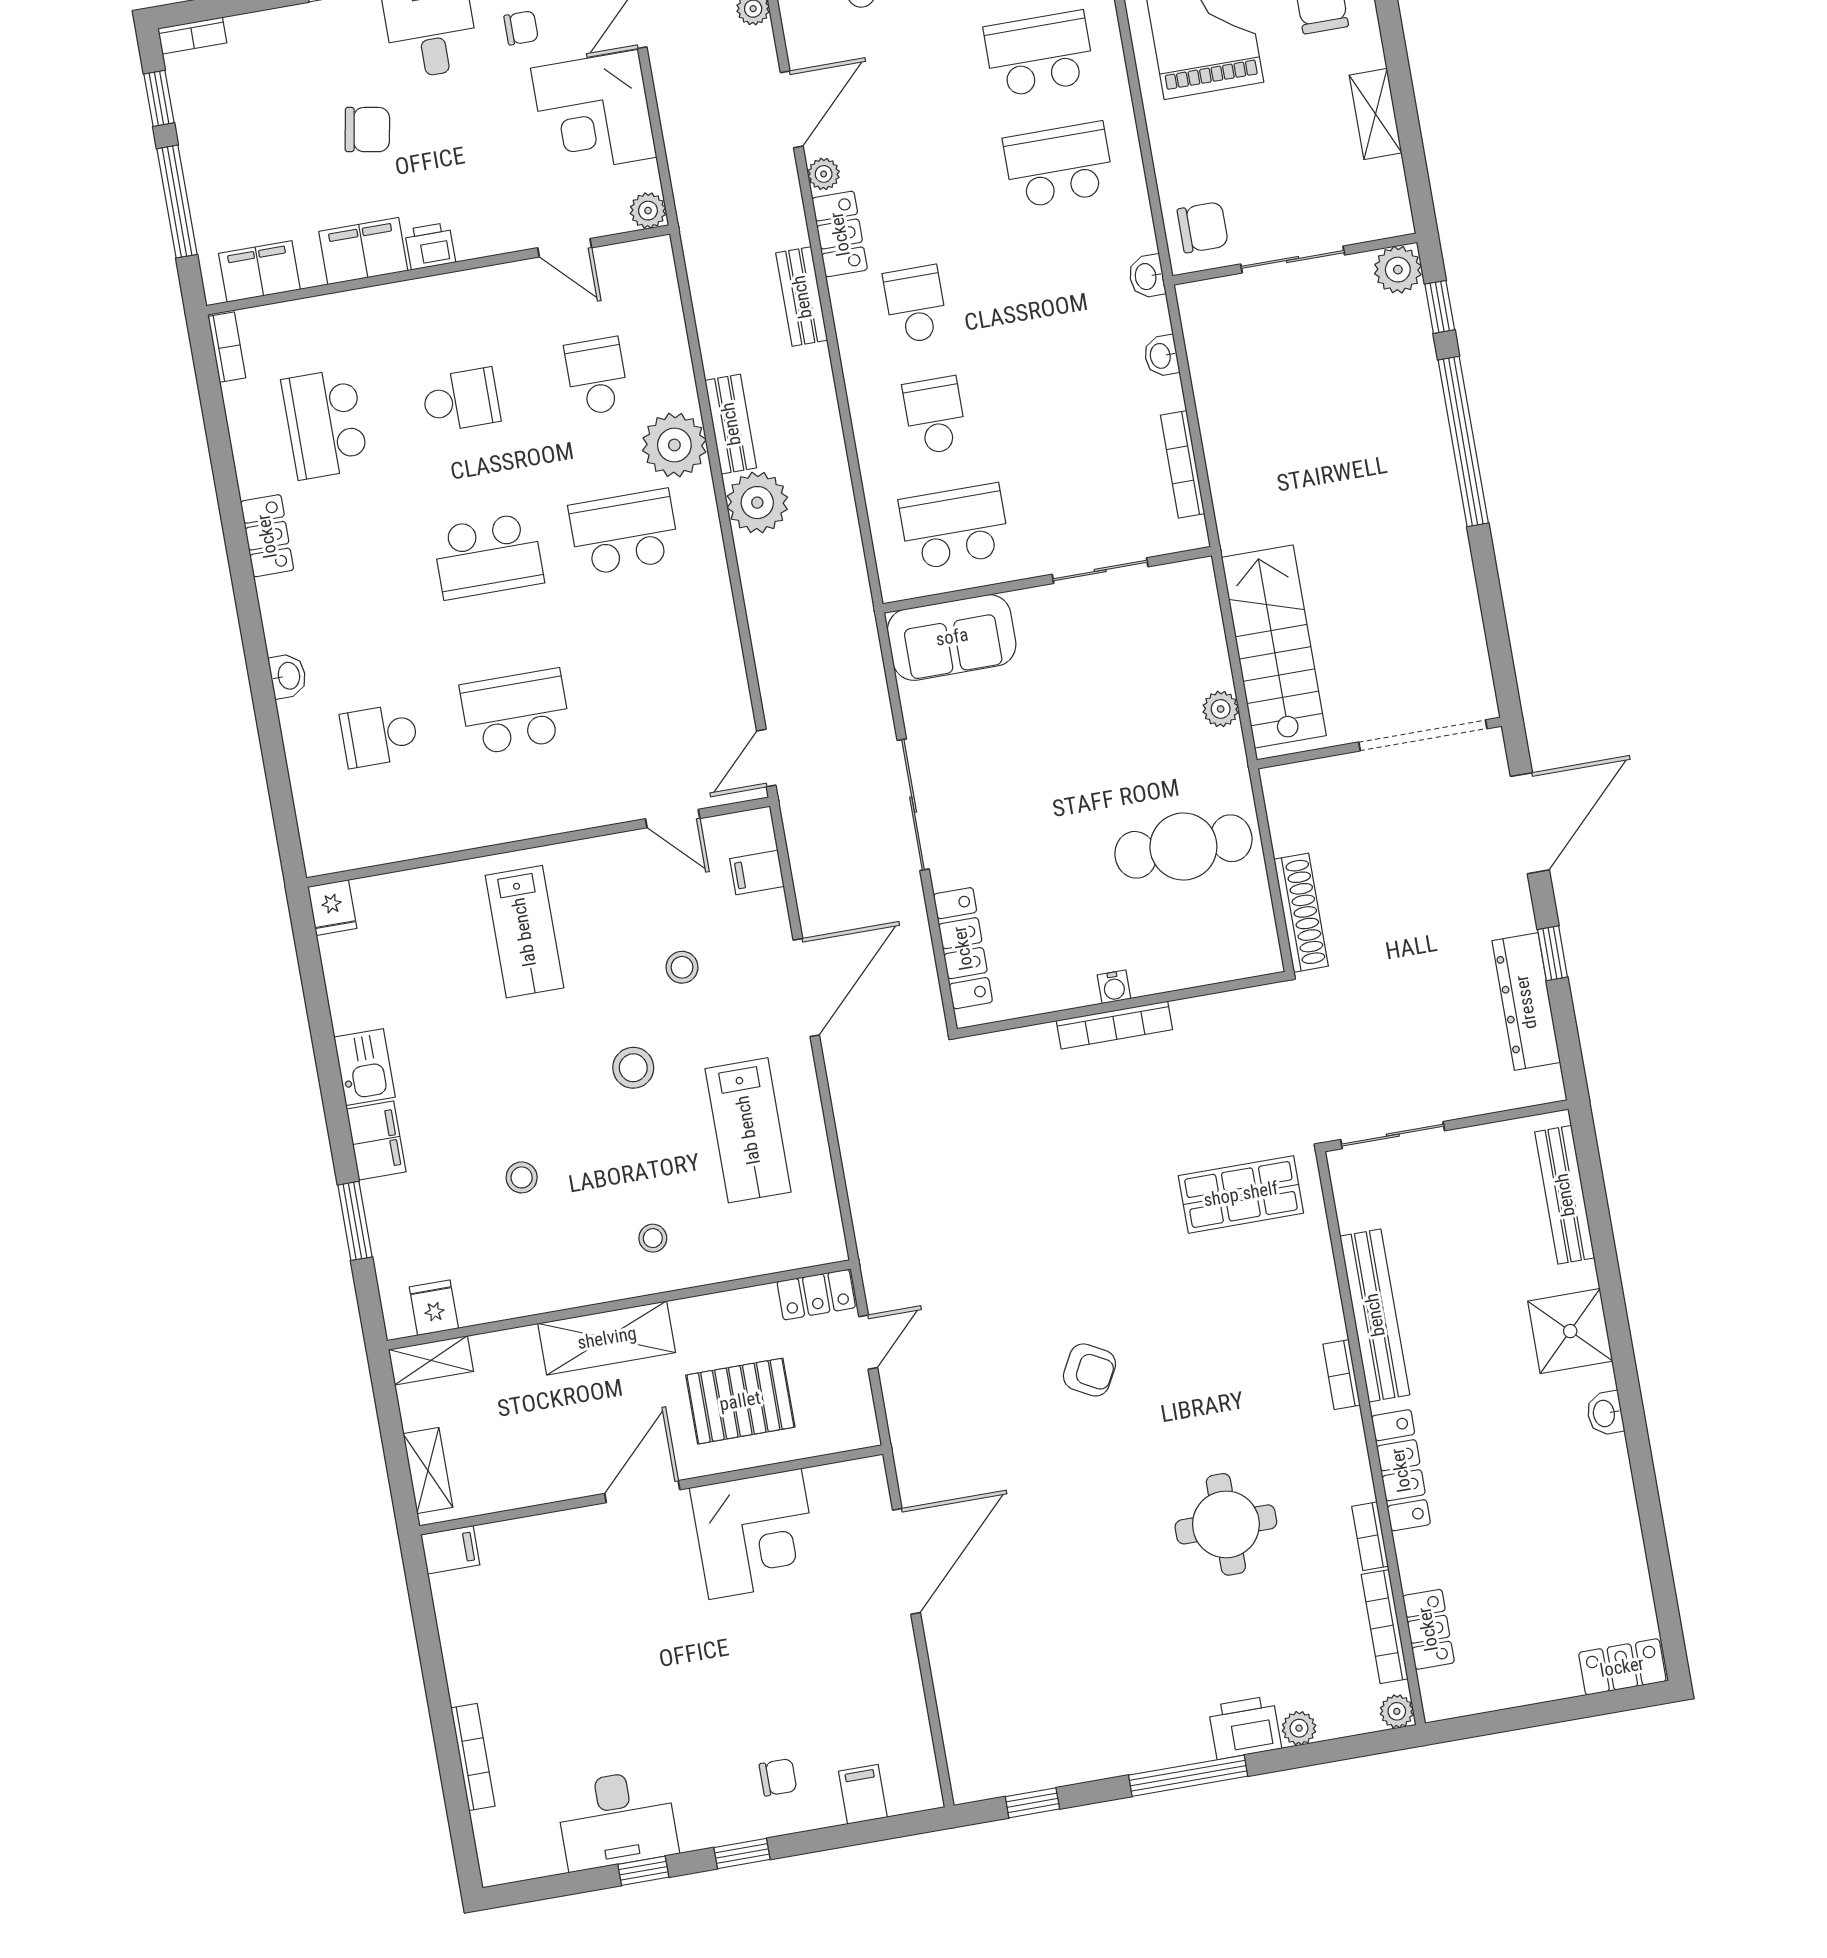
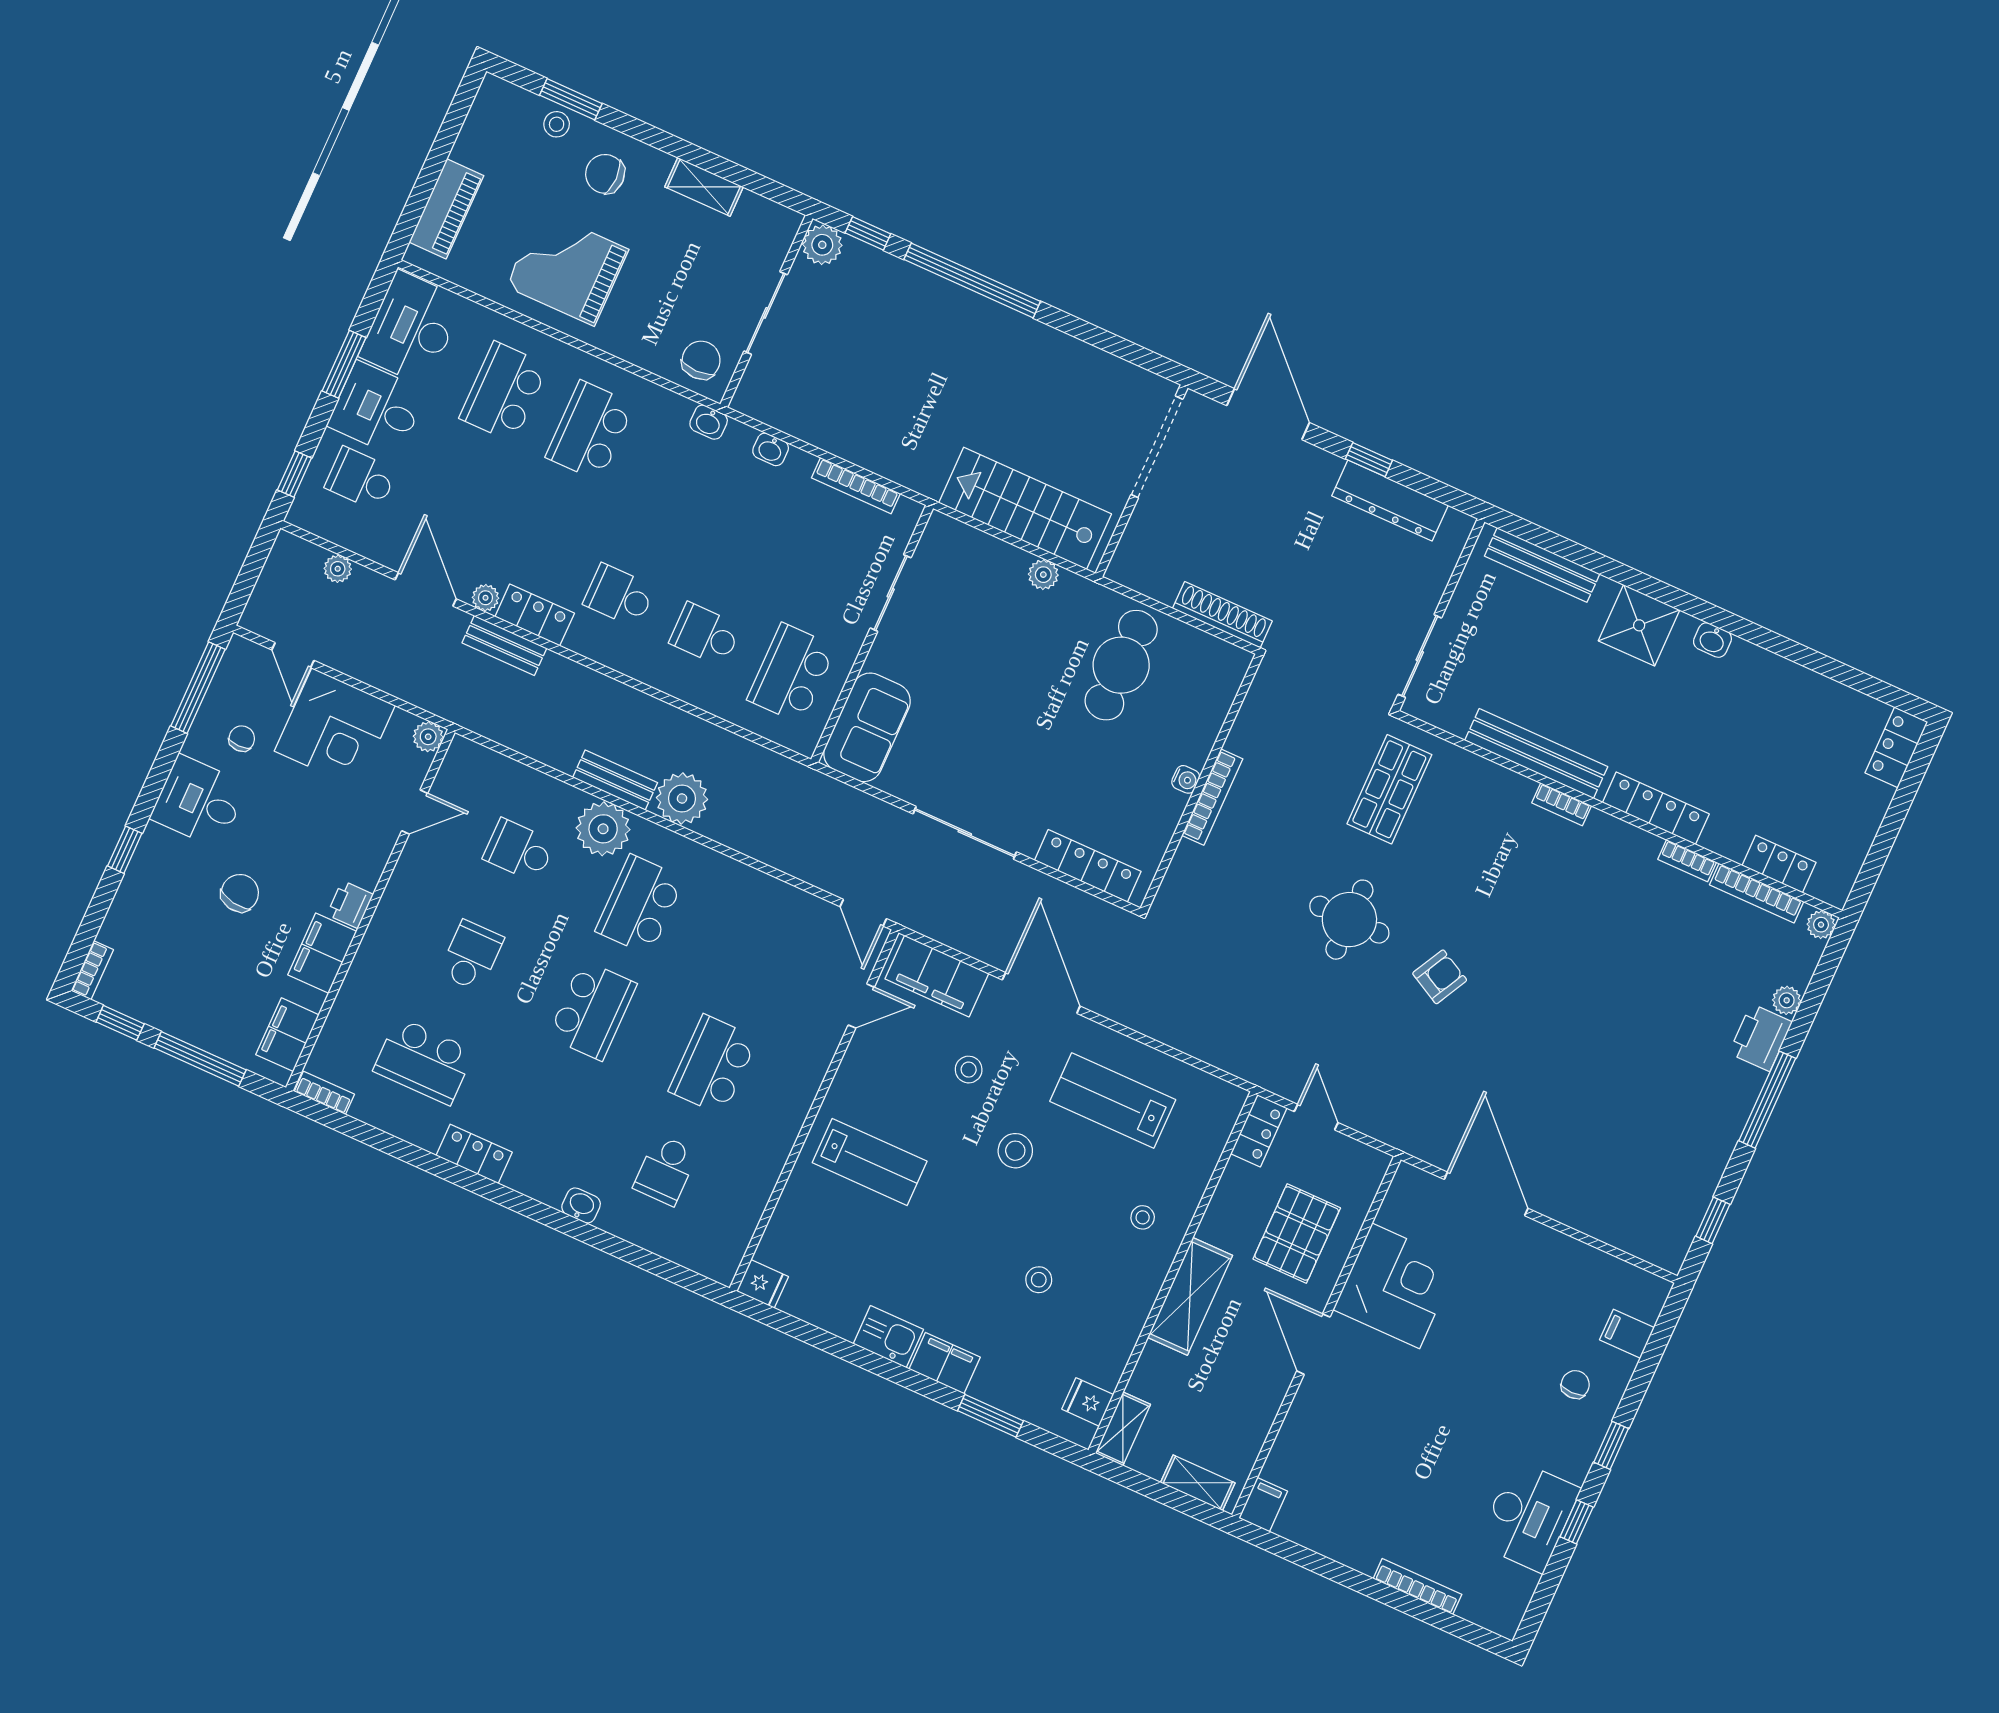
bench: (802, 297) -> (504, 645), moved
filing cabinet: (757, 872) -> (937, 976), width x3.00, depth x1.17
lab bench: (748, 1130) -> (1113, 1101), turned 180
round table: (1226, 1524) -> (1349, 920), moved

